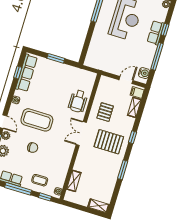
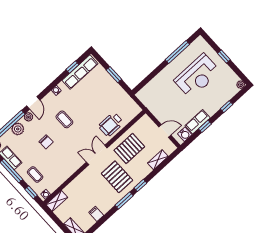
row of seats: (156, 33) -> (198, 122), moved
window: (157, 56) -> (205, 126), width x0.46
filing cabinet: (137, 93) -> (96, 214), moved
pallet: (105, 112) -> (129, 148), width x1.50, depth x1.42
coffee table: (37, 120) -> (64, 119), width x0.54, depth x0.58
window: (123, 170) -> (124, 200), moved
shelving: (74, 181) -> (57, 201), moved

